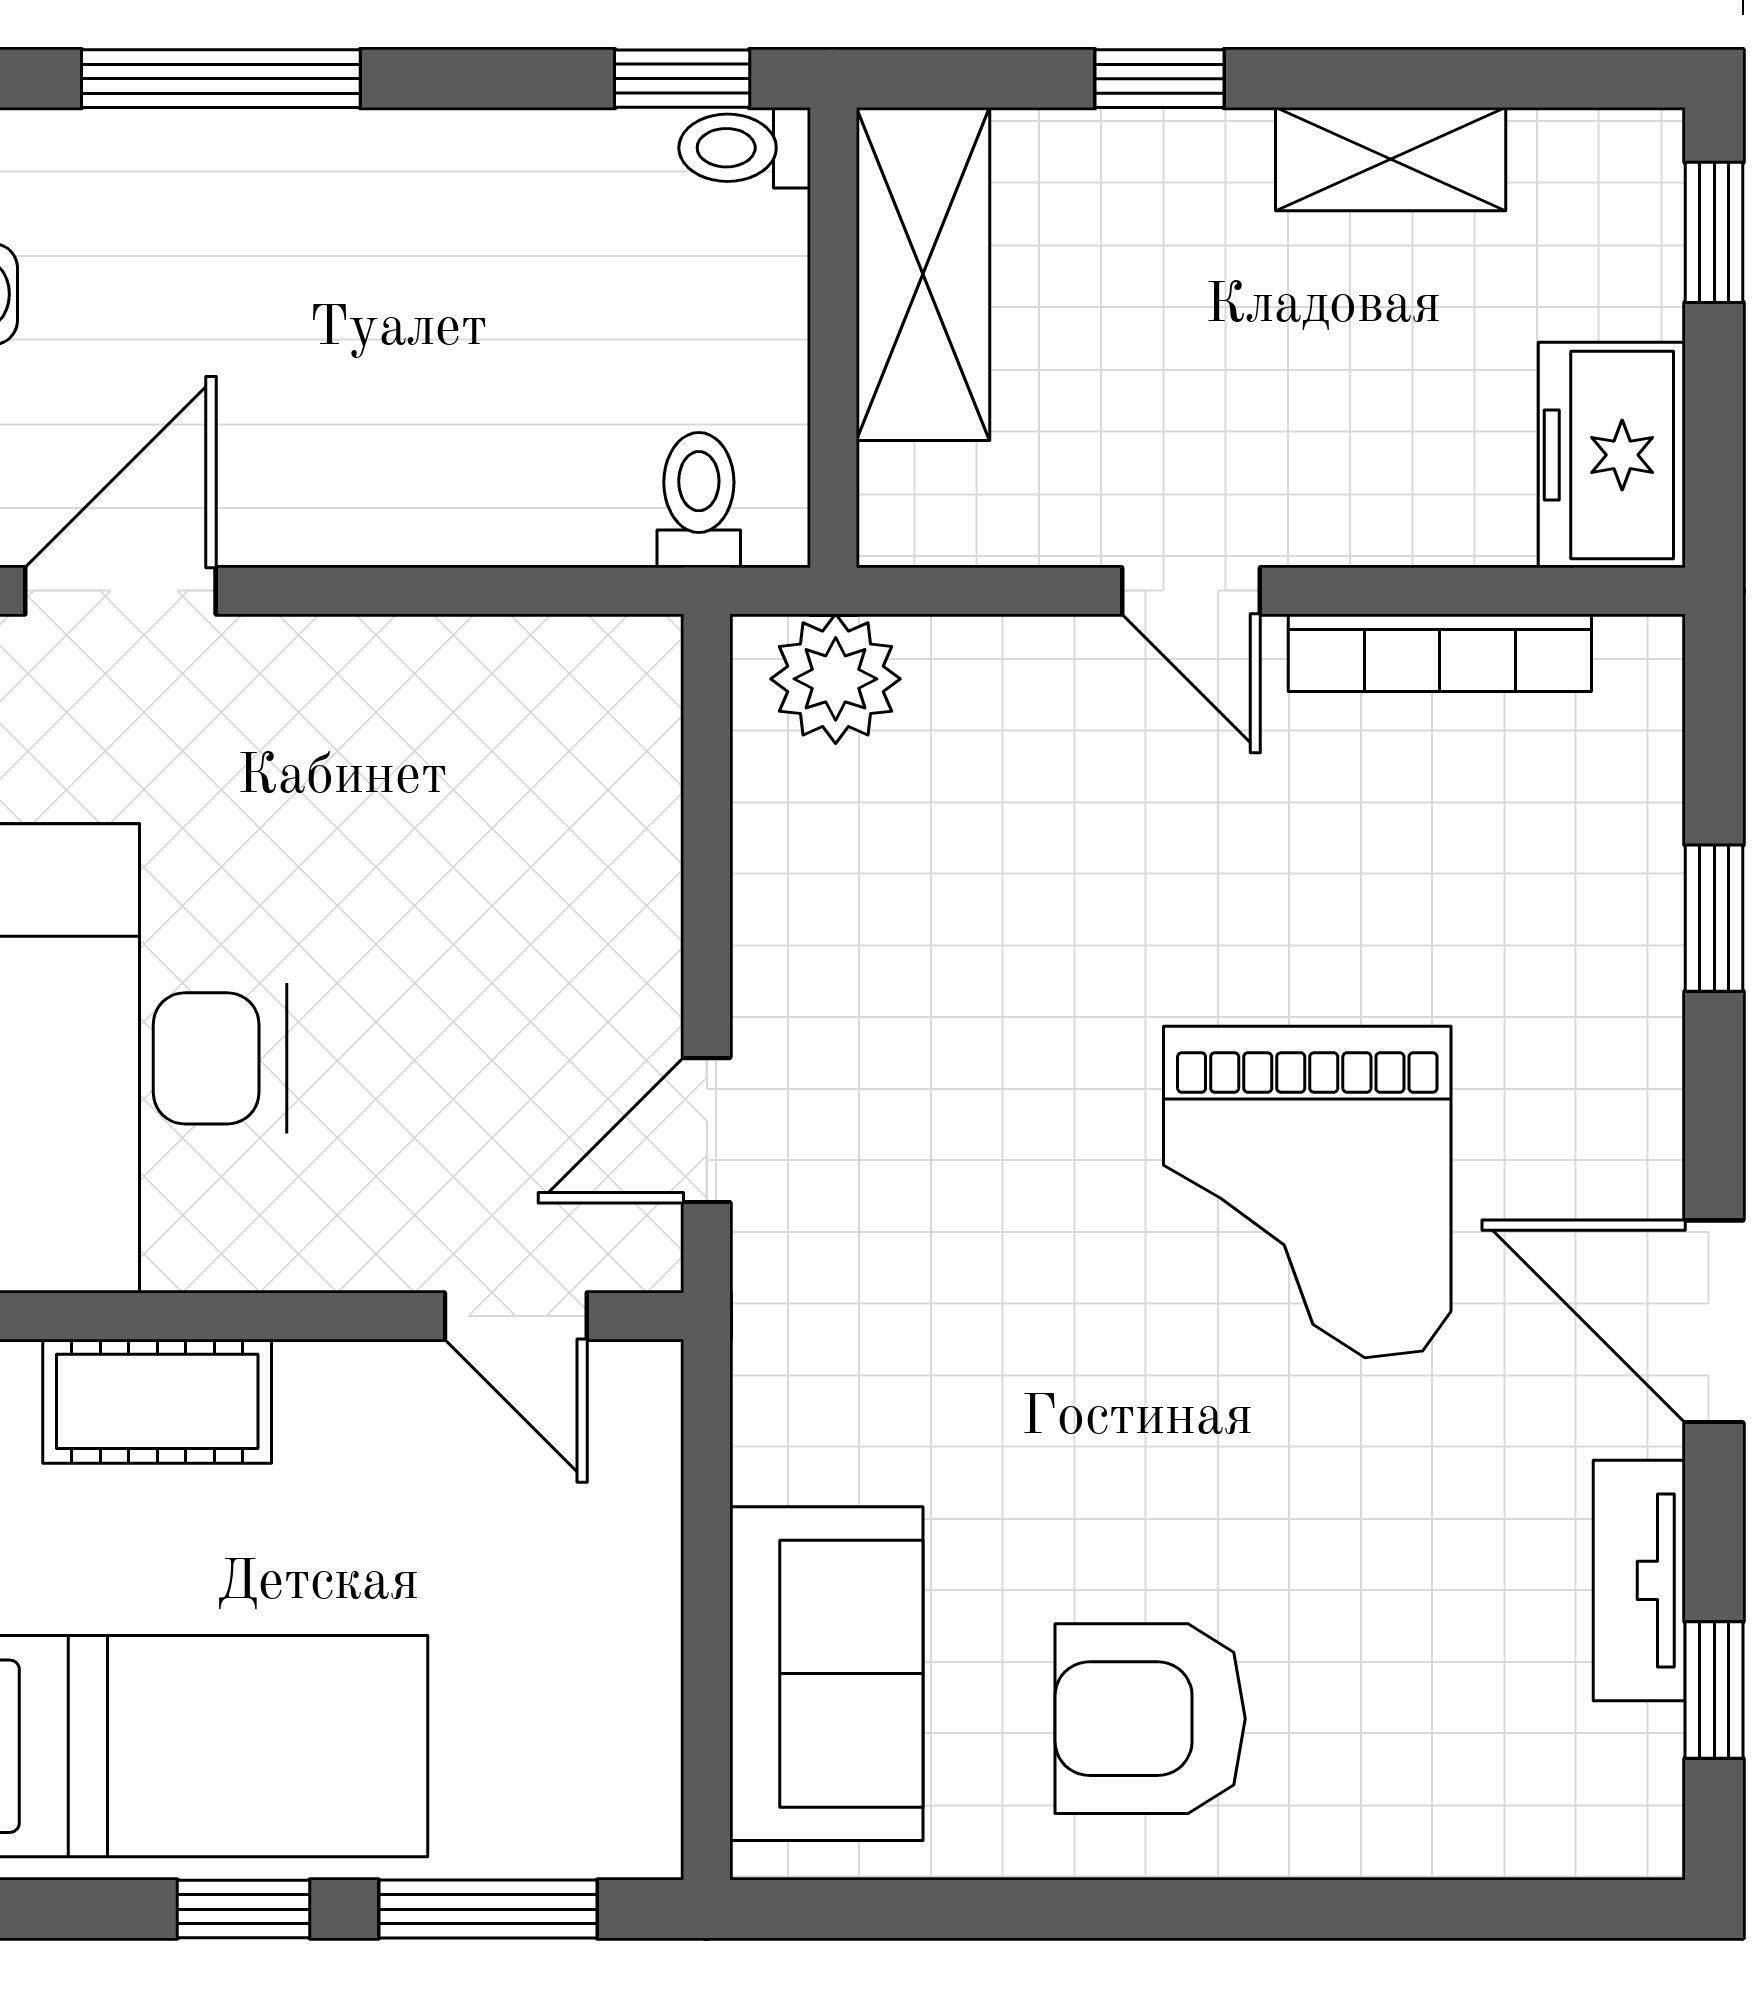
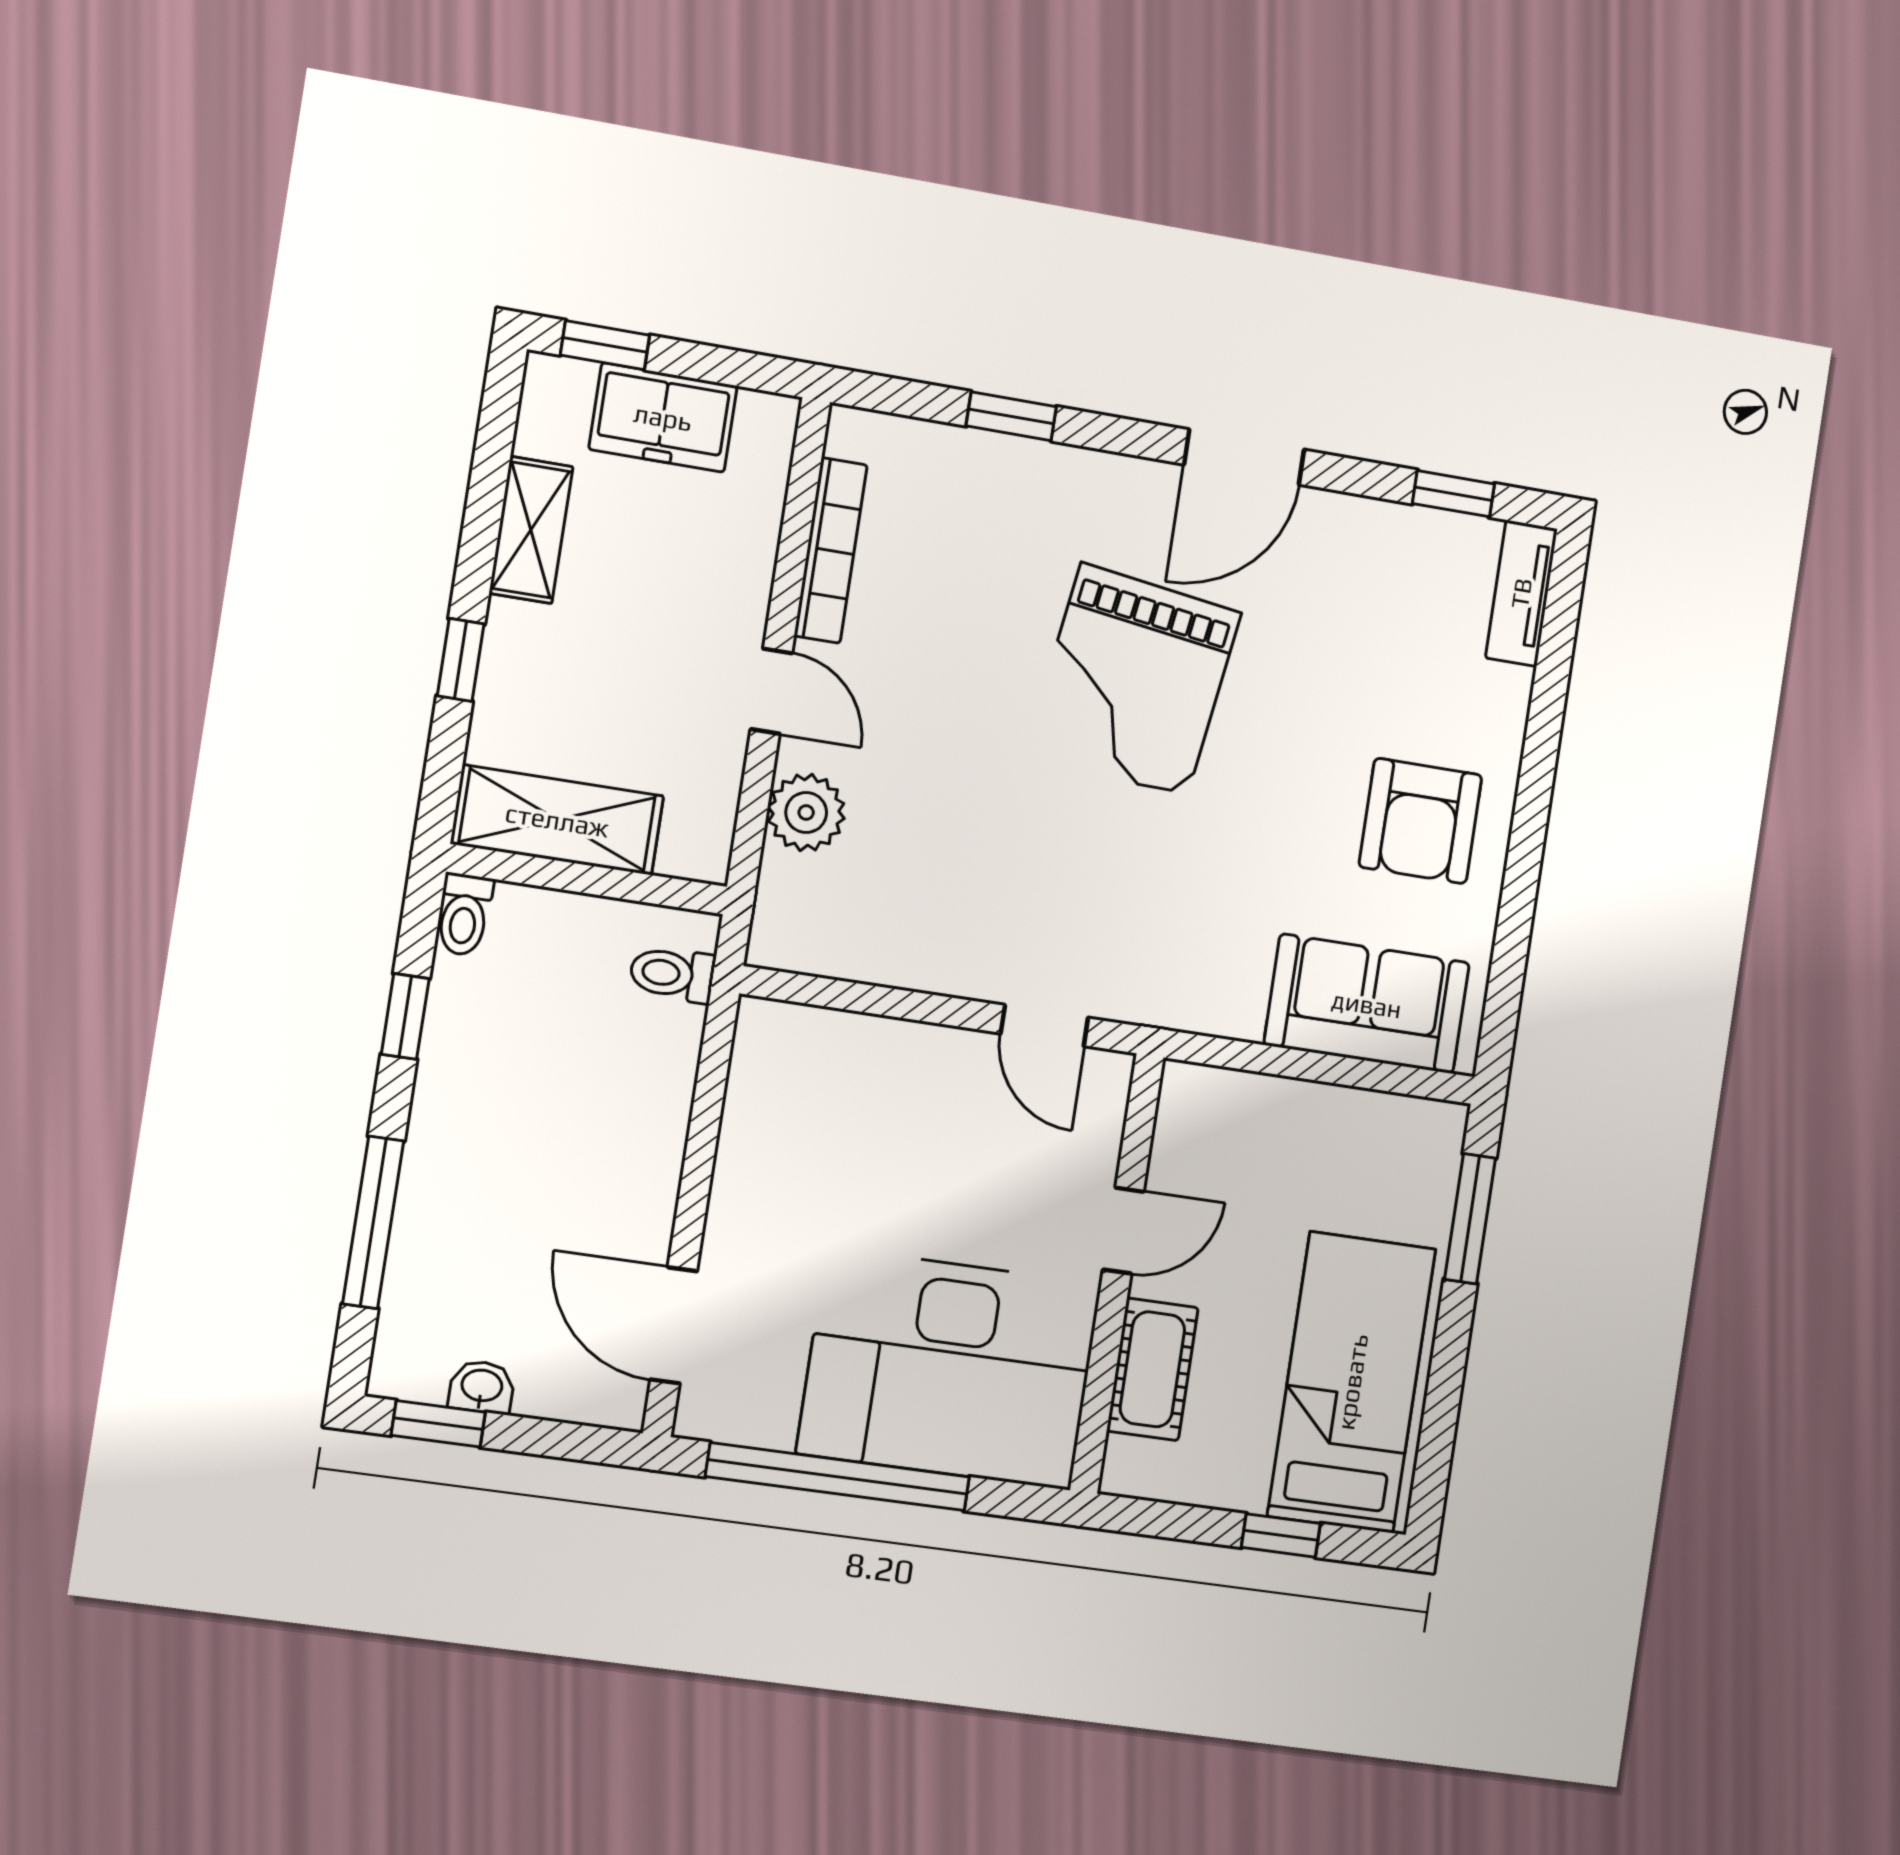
window: (682, 79) -> (405, 1016), moved
freezer: (1612, 455) -> (663, 417), moved
door: (1191, 591) -> (771, 691), hinge flipped
plant: (836, 679) -> (806, 812), moved
grand piano: (1307, 1192) -> (1134, 681), turned 98
door: (516, 1316) -> (1123, 1231), moved
tv unit: (1639, 1580) -> (1521, 593), moved, turned 90
window: (243, 1909) -> (1449, 1360), removed

